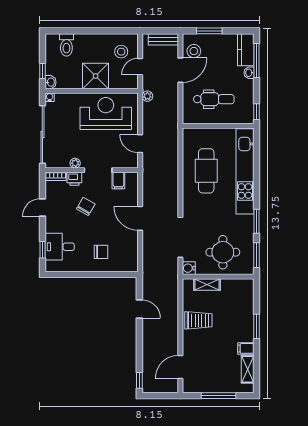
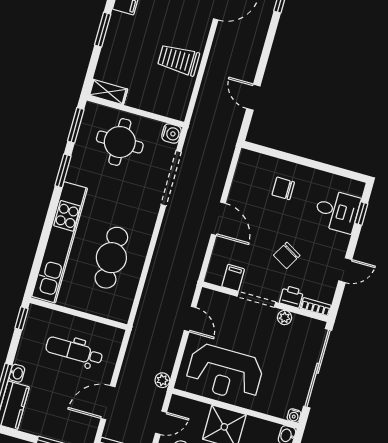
stool: (194, 51) -> (83, 423), removed
shelving: (207, 284) -> (108, 92), moved

